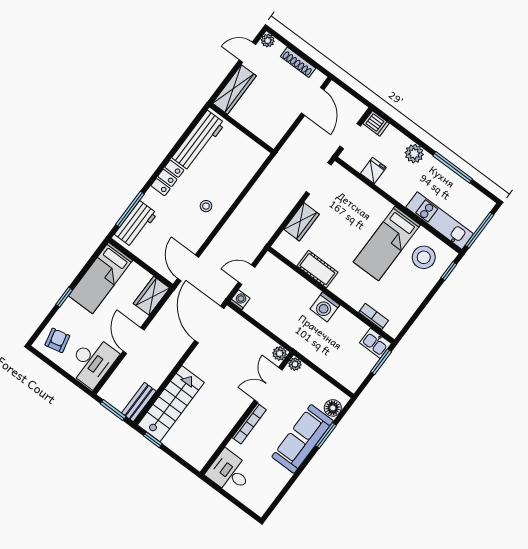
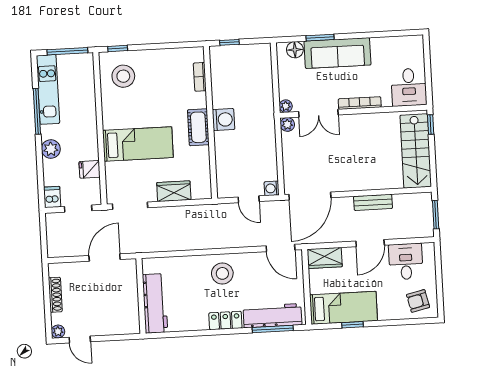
wardrobe: (234, 89) -> (116, 326), removed
door: (313, 101) -> (105, 258), moved
workbench: (198, 141) -> (155, 303), moved, turned 90
stool: (206, 206) -> (222, 273), width x1.89, depth x1.89
kitchen unit: (440, 221) -> (48, 89), moved, turned 180
workbench: (136, 224) -> (272, 316), width x1.37
bed: (387, 244) -> (138, 144), moved
door: (188, 268) -> (280, 248), hinge flipped
cot: (317, 269) -> (198, 127), moved
window: (64, 297) -> (352, 325), moved
kitchen sink: (375, 343) -> (219, 58), removed
desk: (92, 361) -> (406, 262), width x0.73
window: (381, 362) -> (229, 42), width x0.67
bench: (139, 402) -> (373, 202), moved
stairs: (171, 404) -> (416, 151), moved, turned -90
window: (153, 440) -> (431, 124), moved

